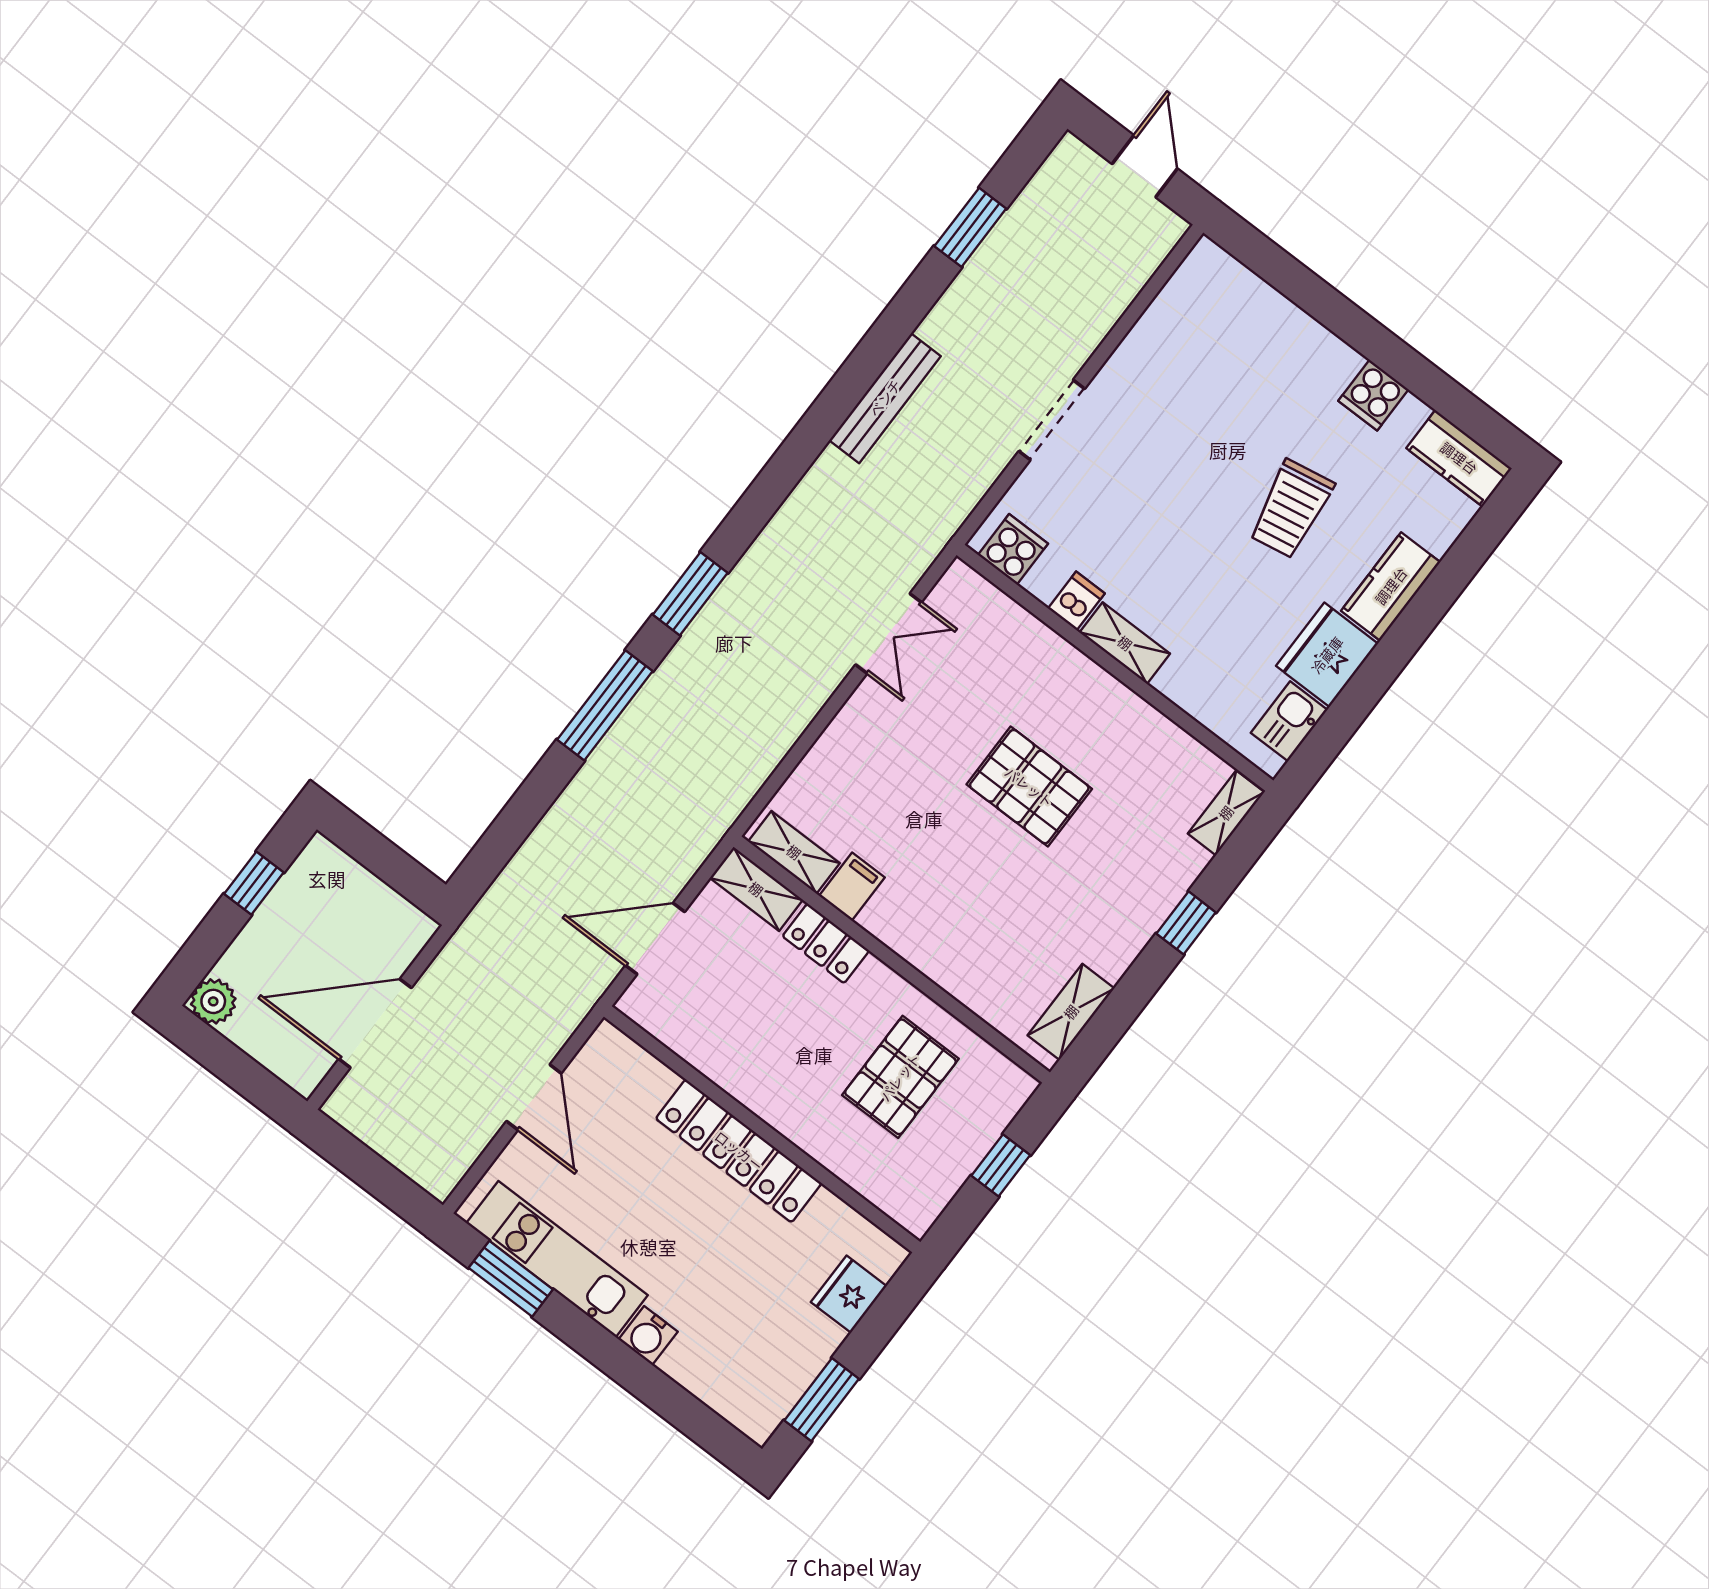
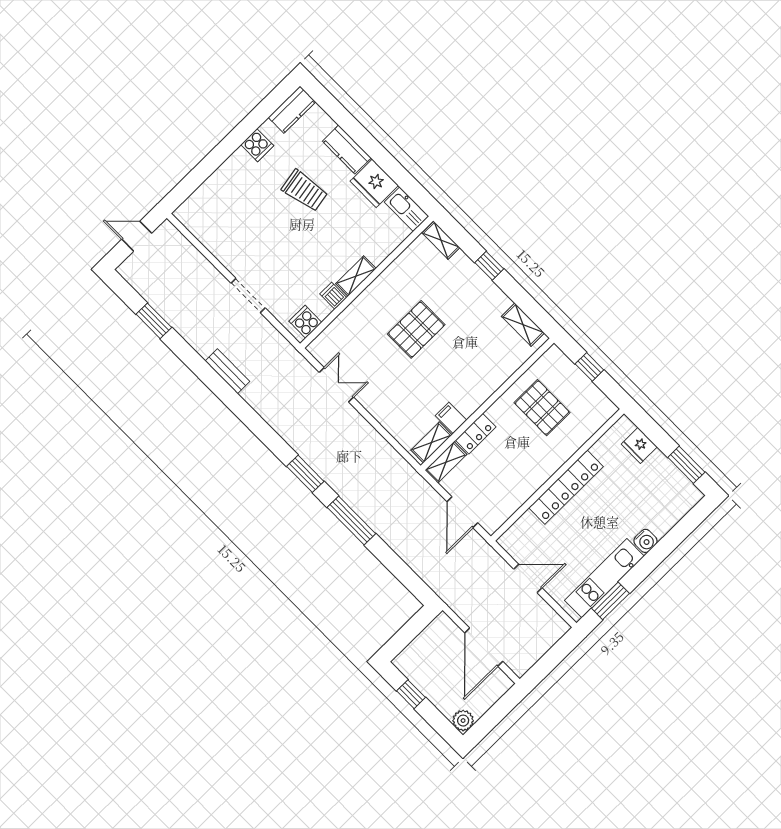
bench: (885, 398) -> (227, 371), width x0.73
kitchen sink: (1289, 721) -> (407, 209), width x1.38

